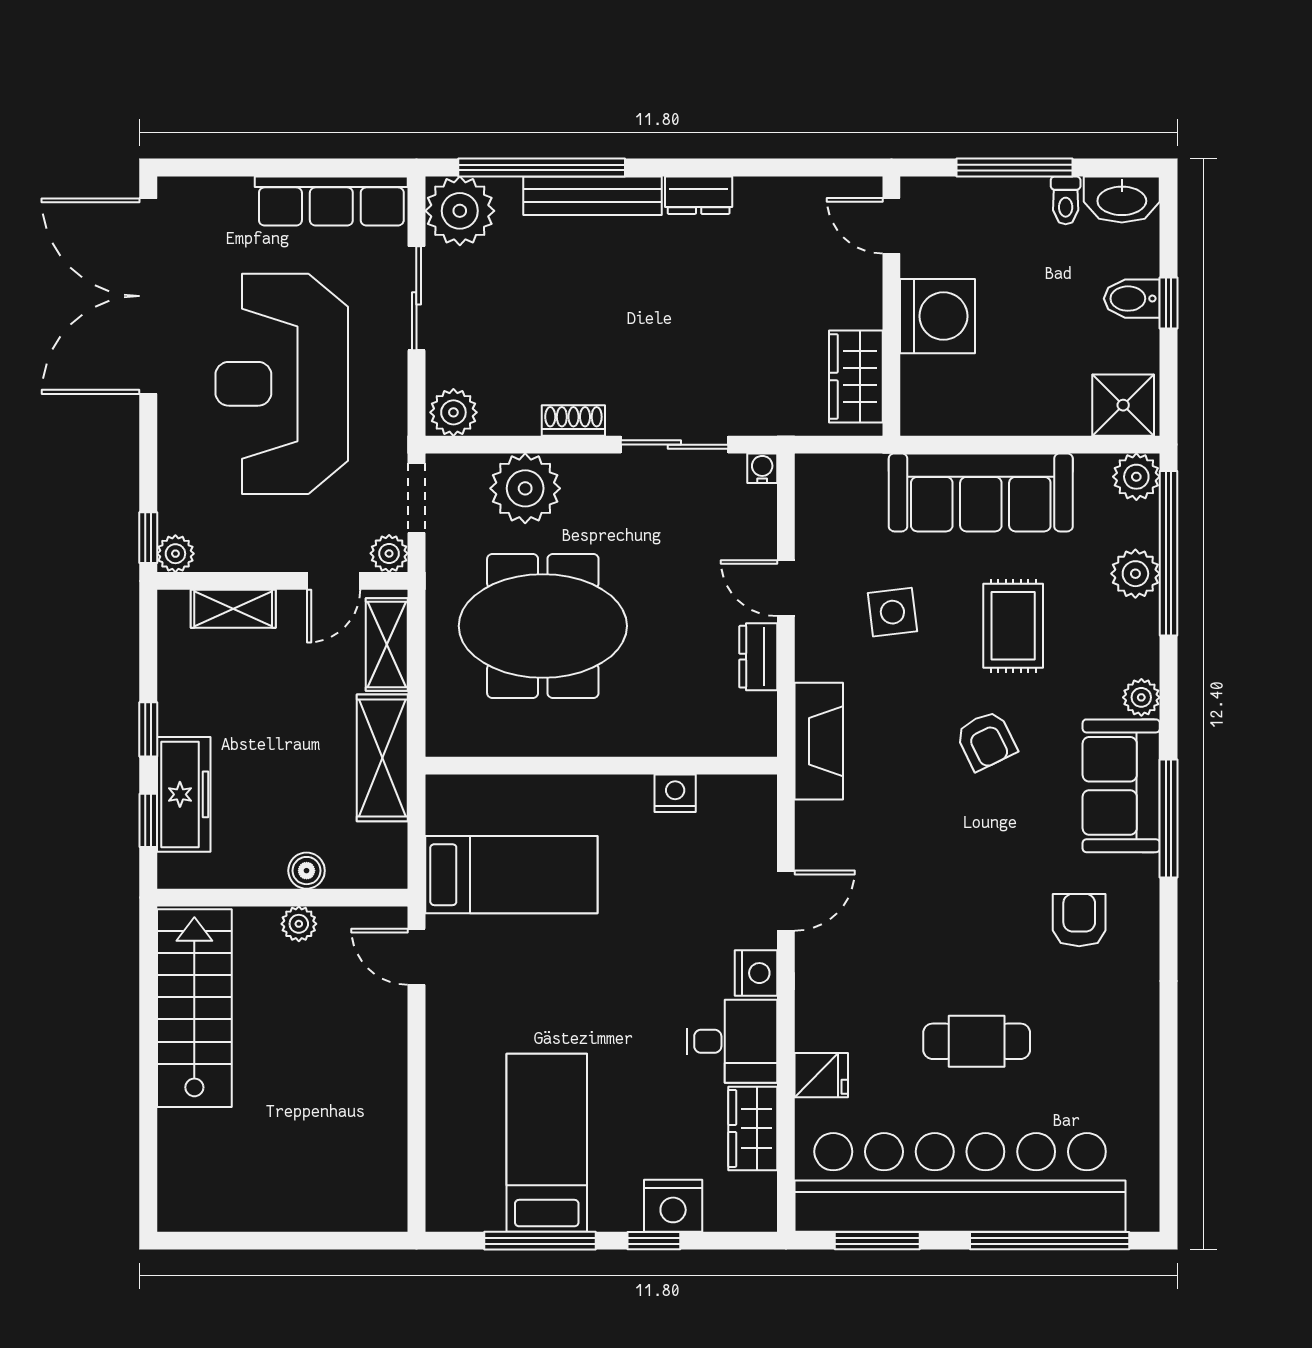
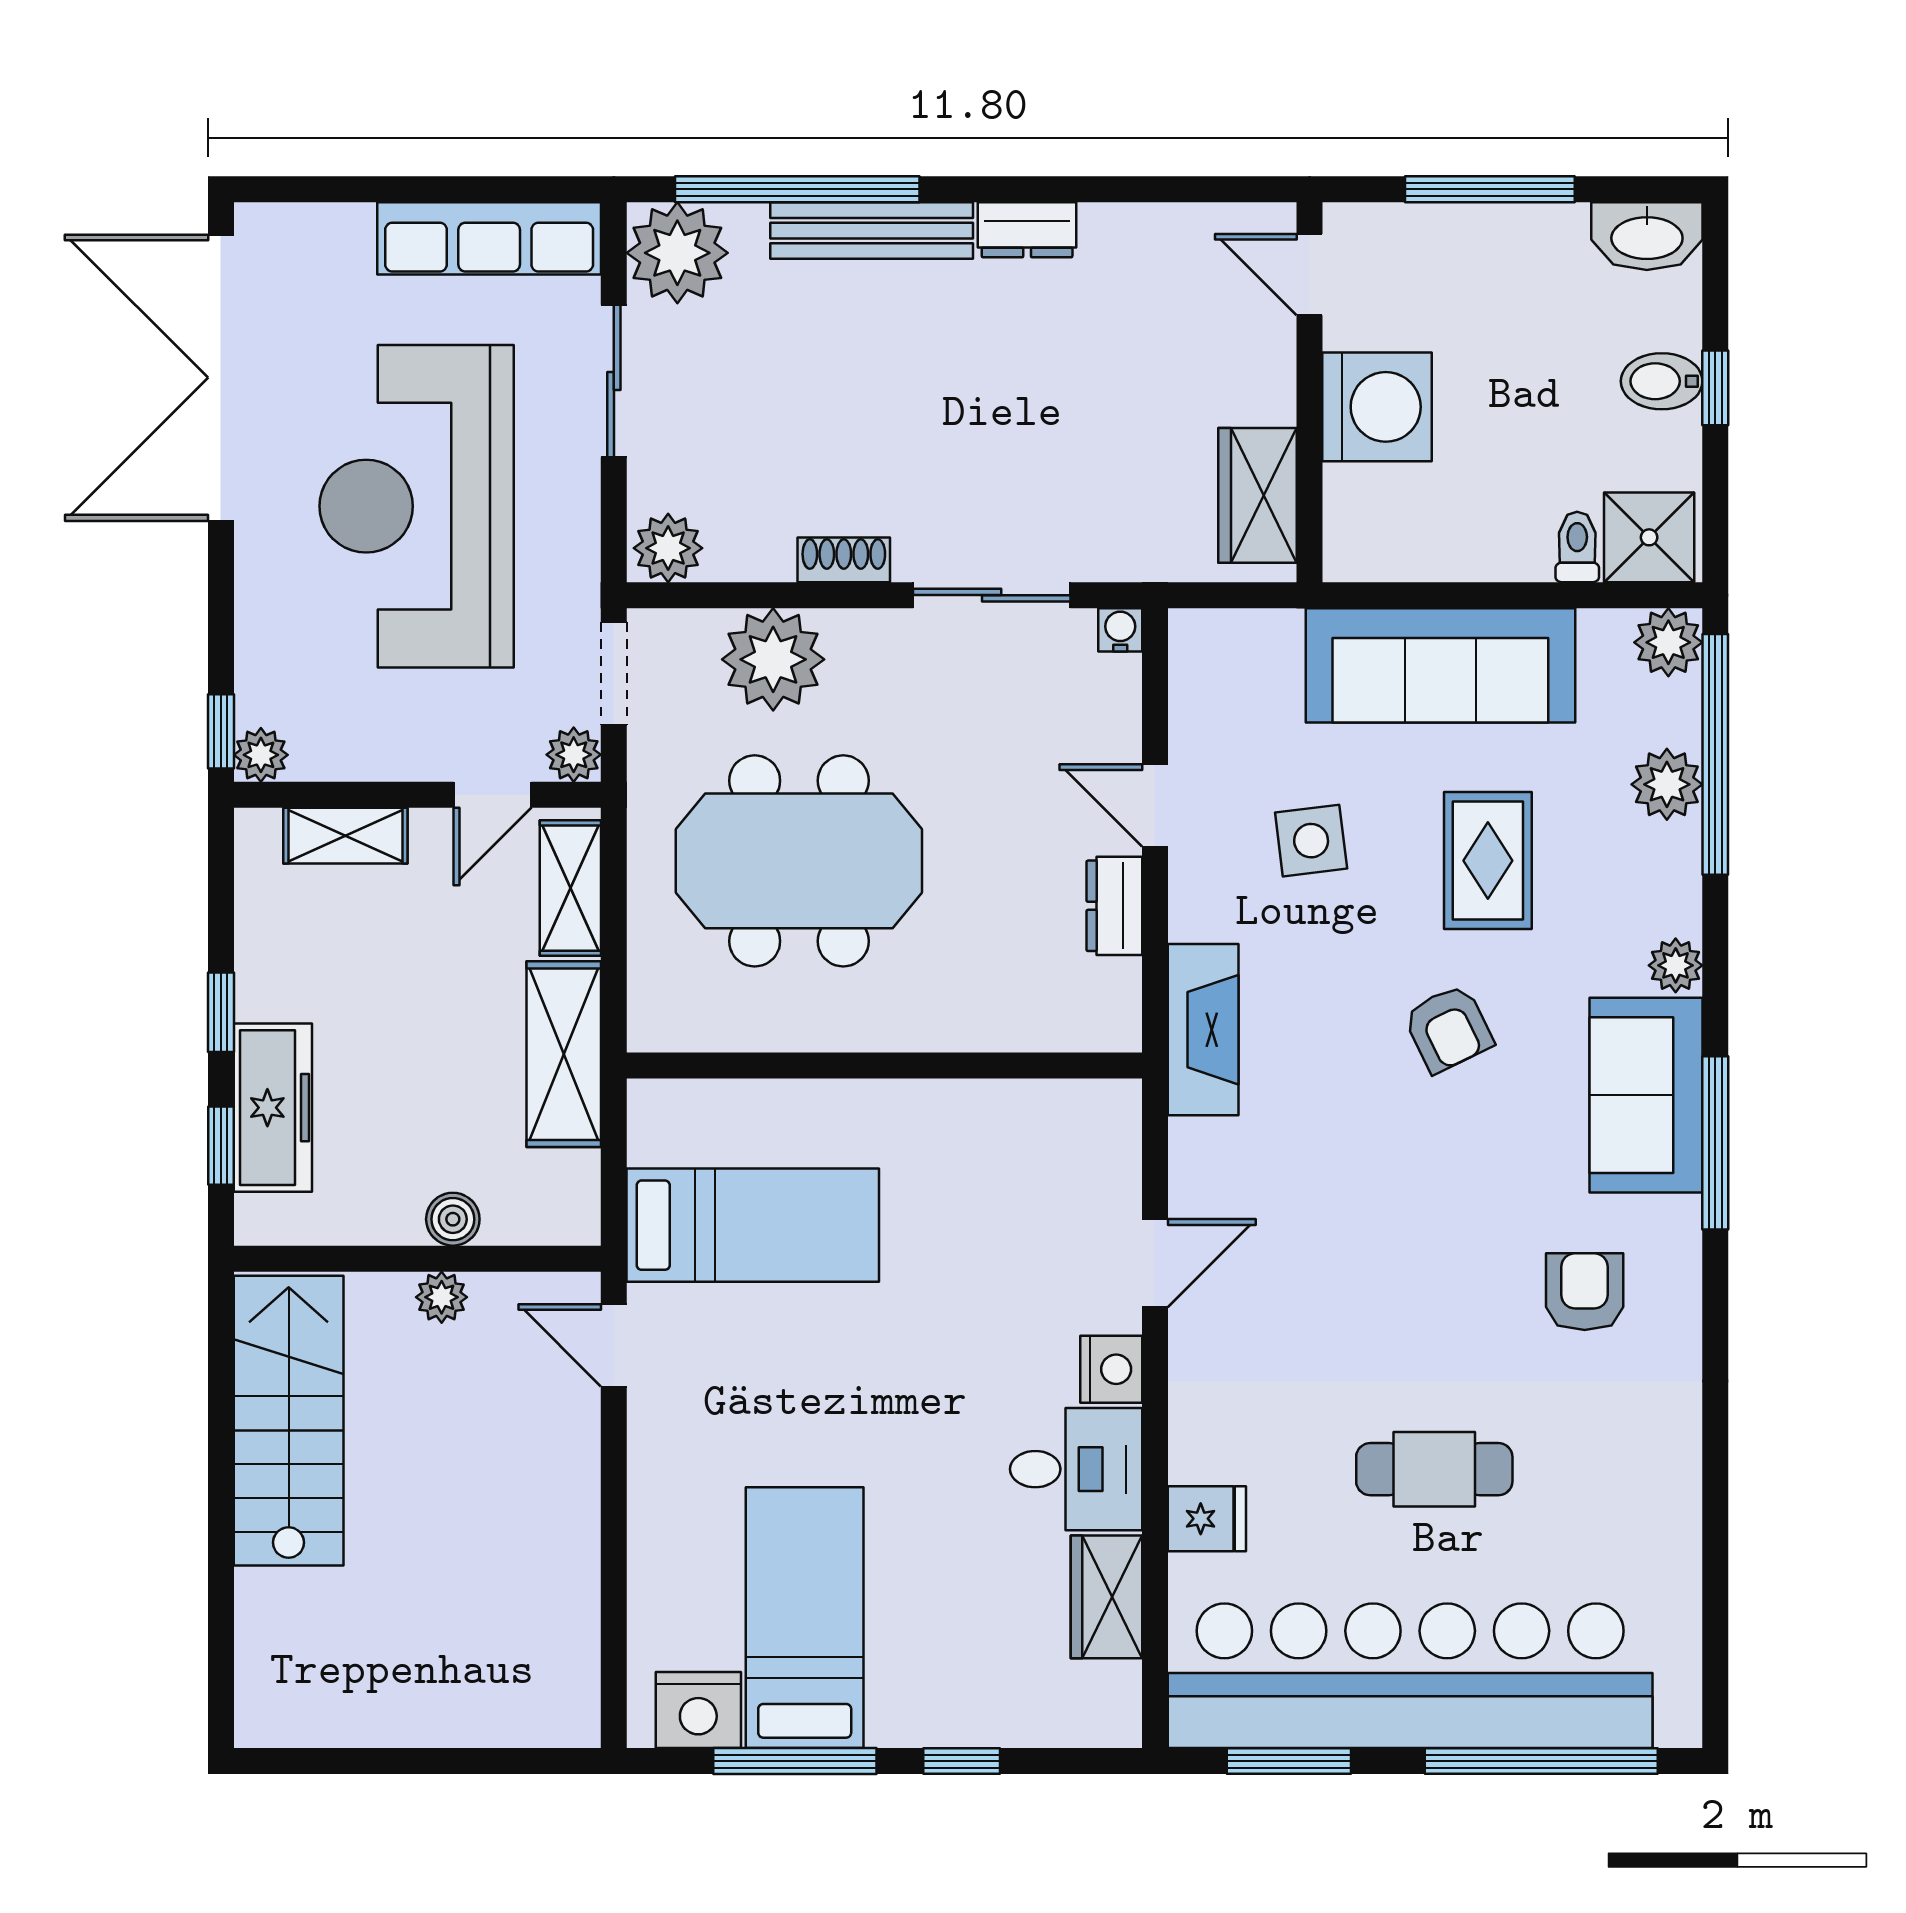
toilet: (1066, 200) -> (1577, 547), moved, turned 180
nightstand: (675, 793) -> (993, 1106), removed
nightstand: (673, 1206) -> (698, 1710), moved

